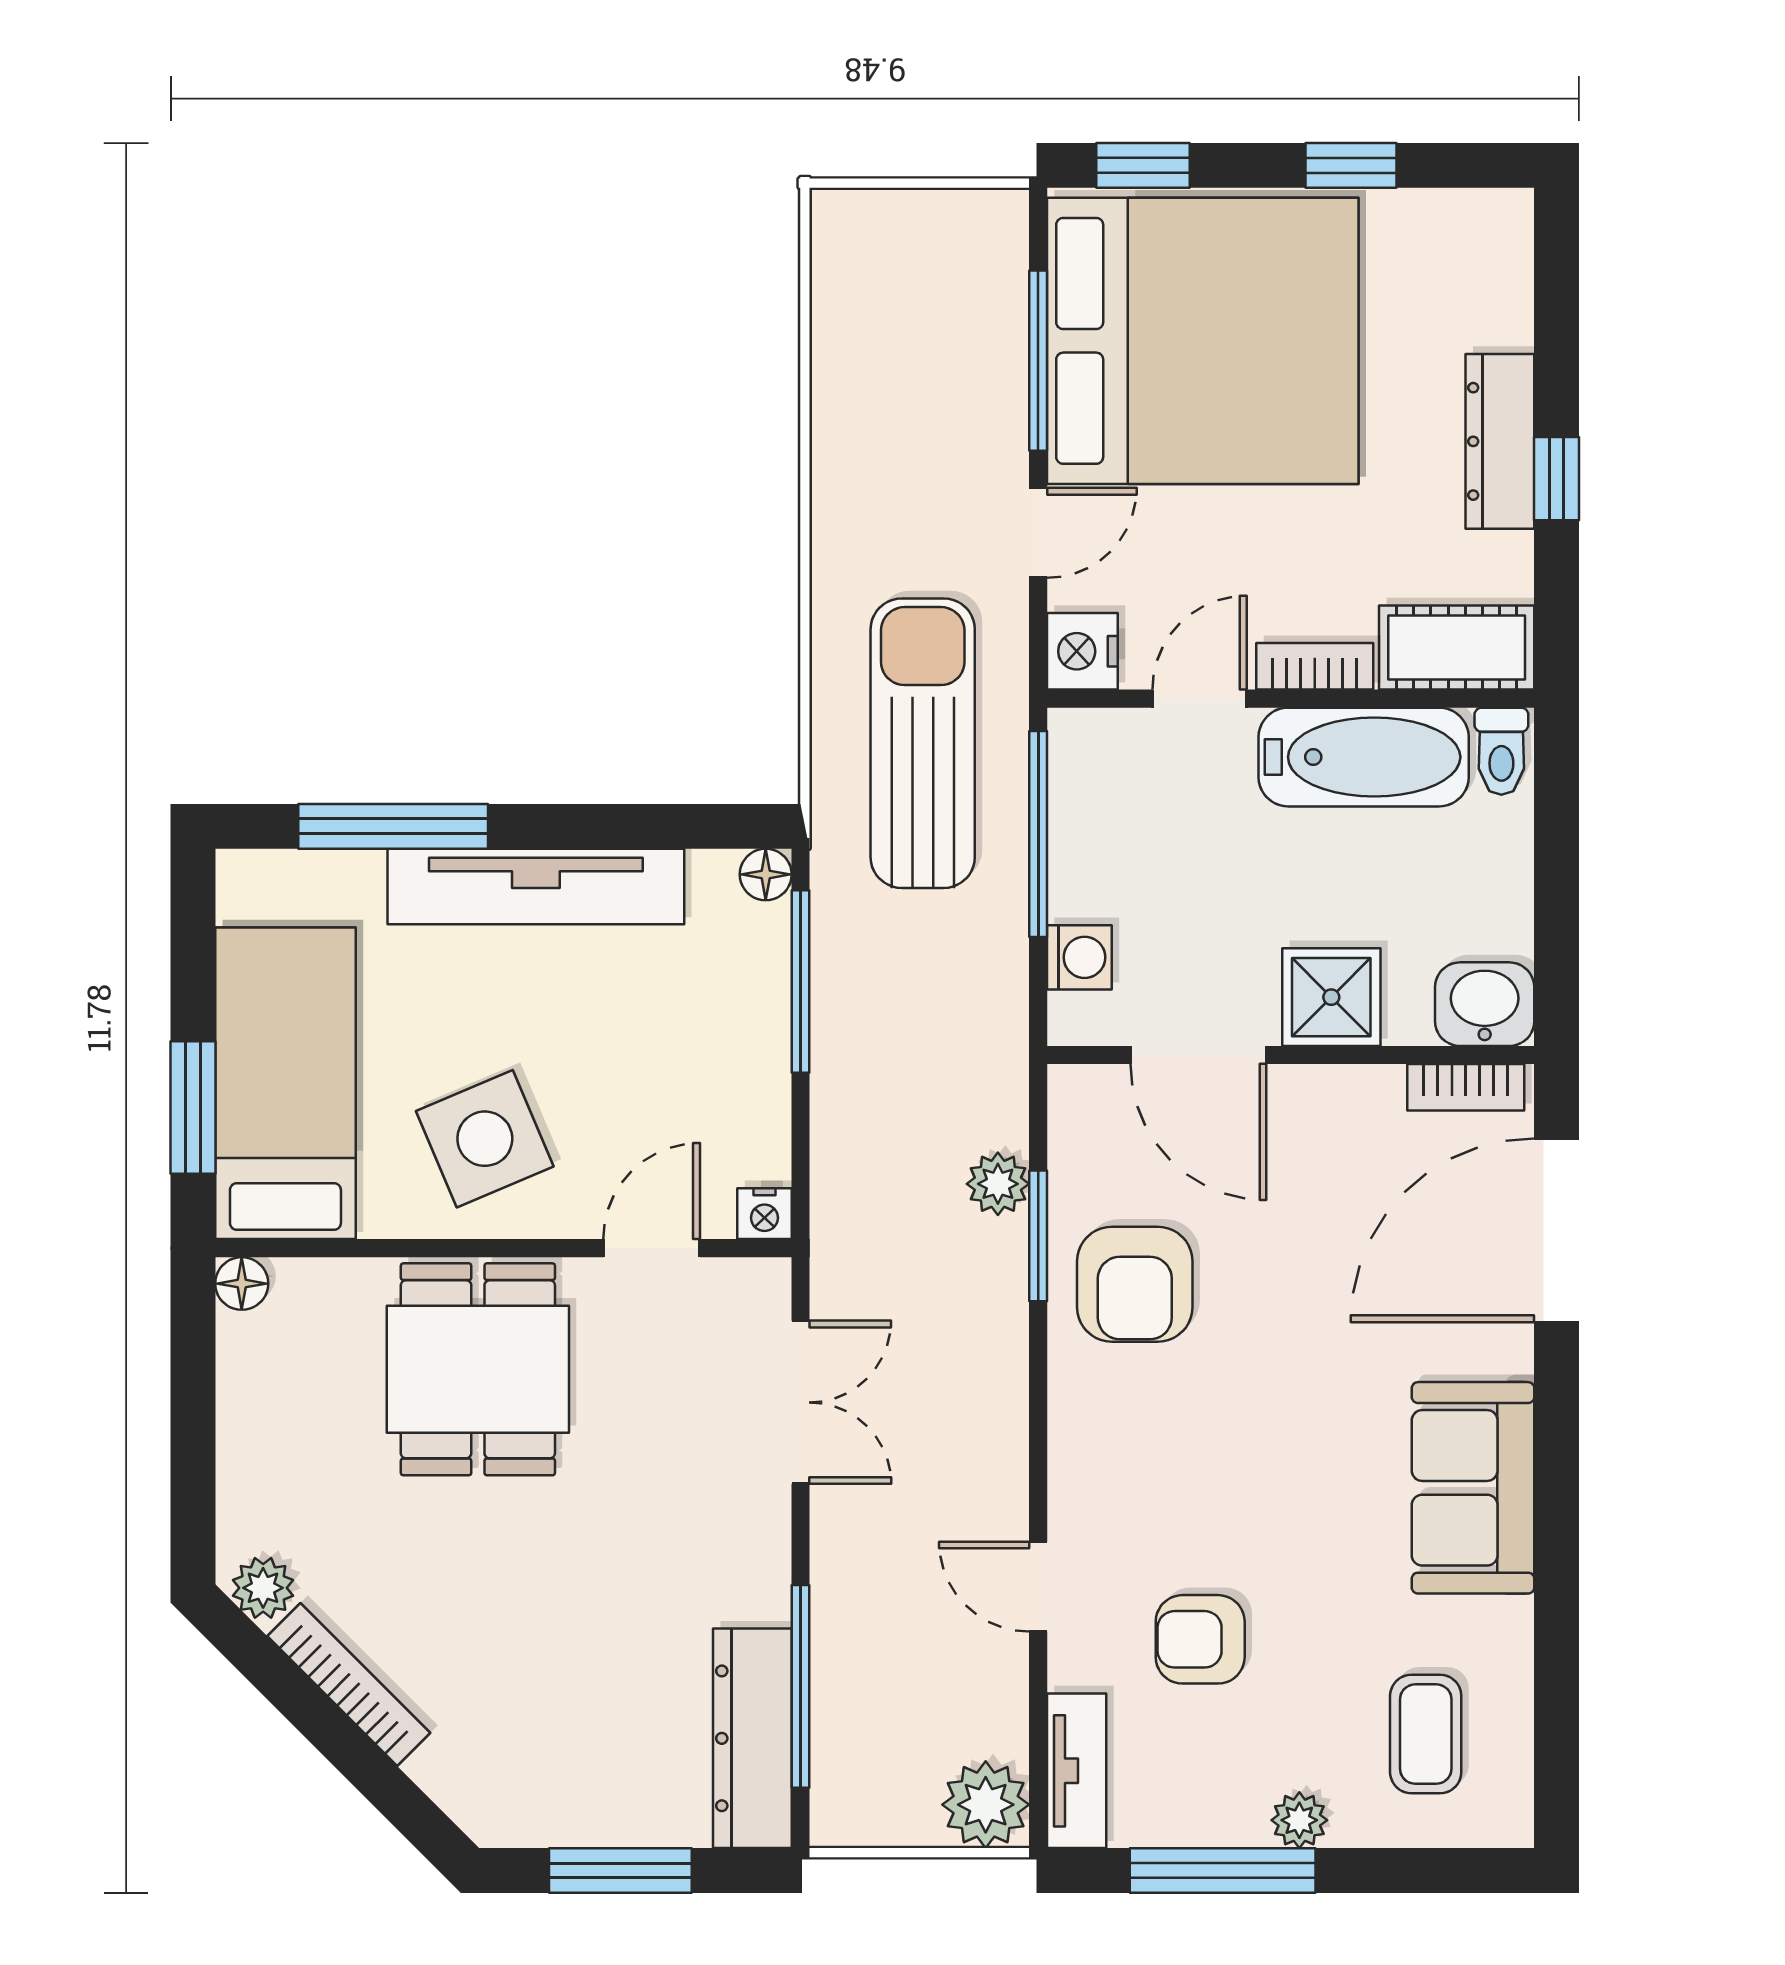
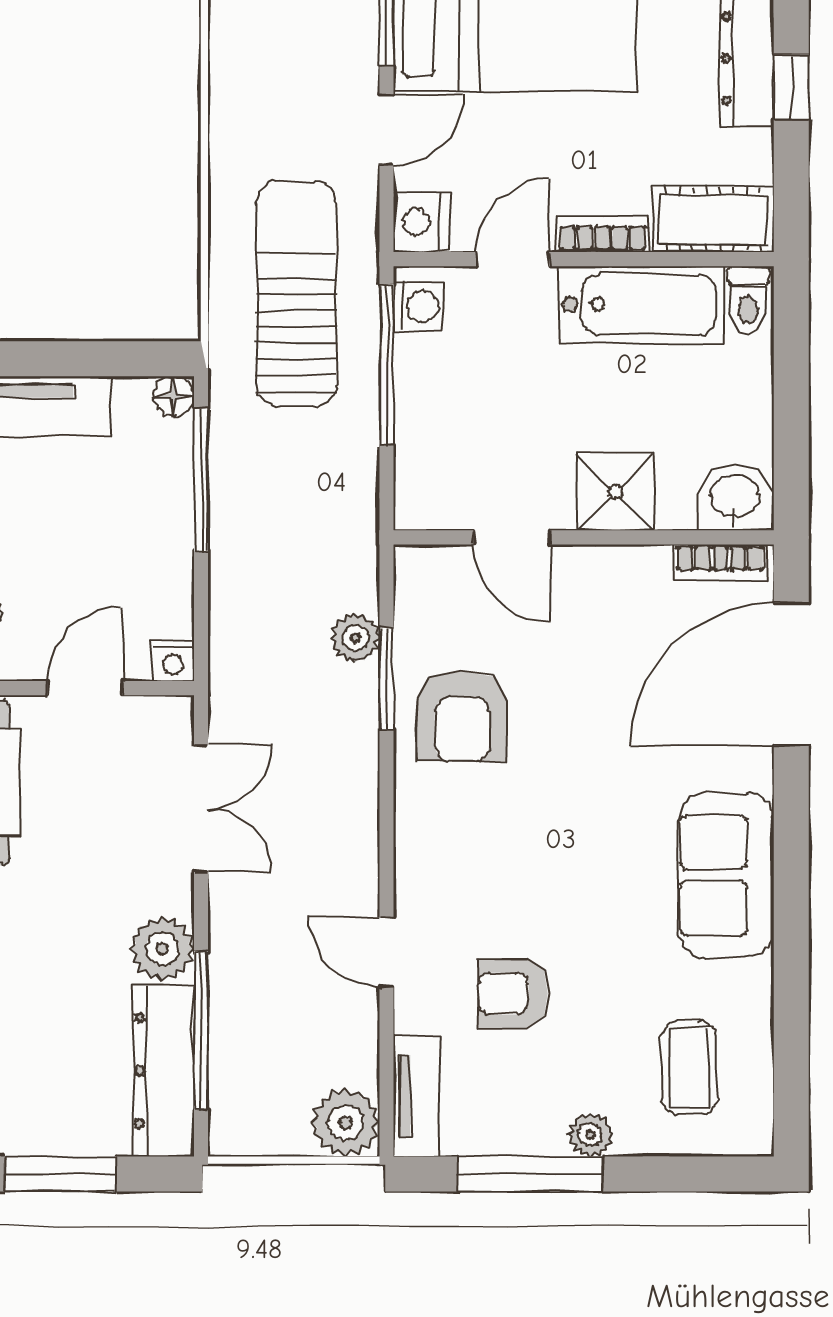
washing machine: (1079, 957) -> (419, 307), moved
door: (1198, 1055) -> (512, 537), width x0.73
plant: (751, 1582) -> (162, 949), added

